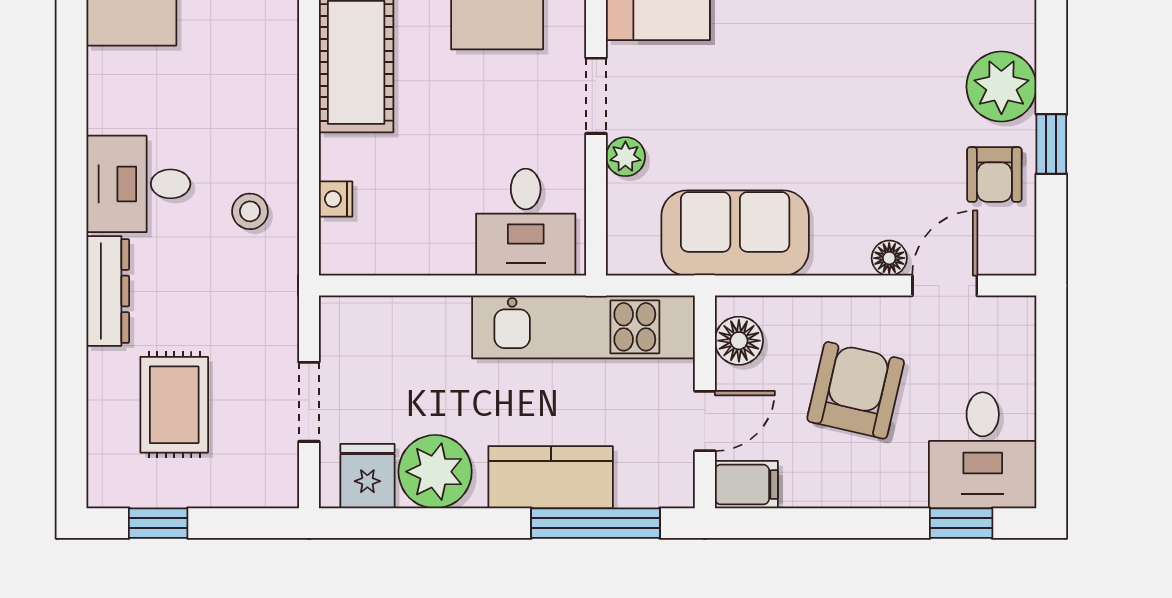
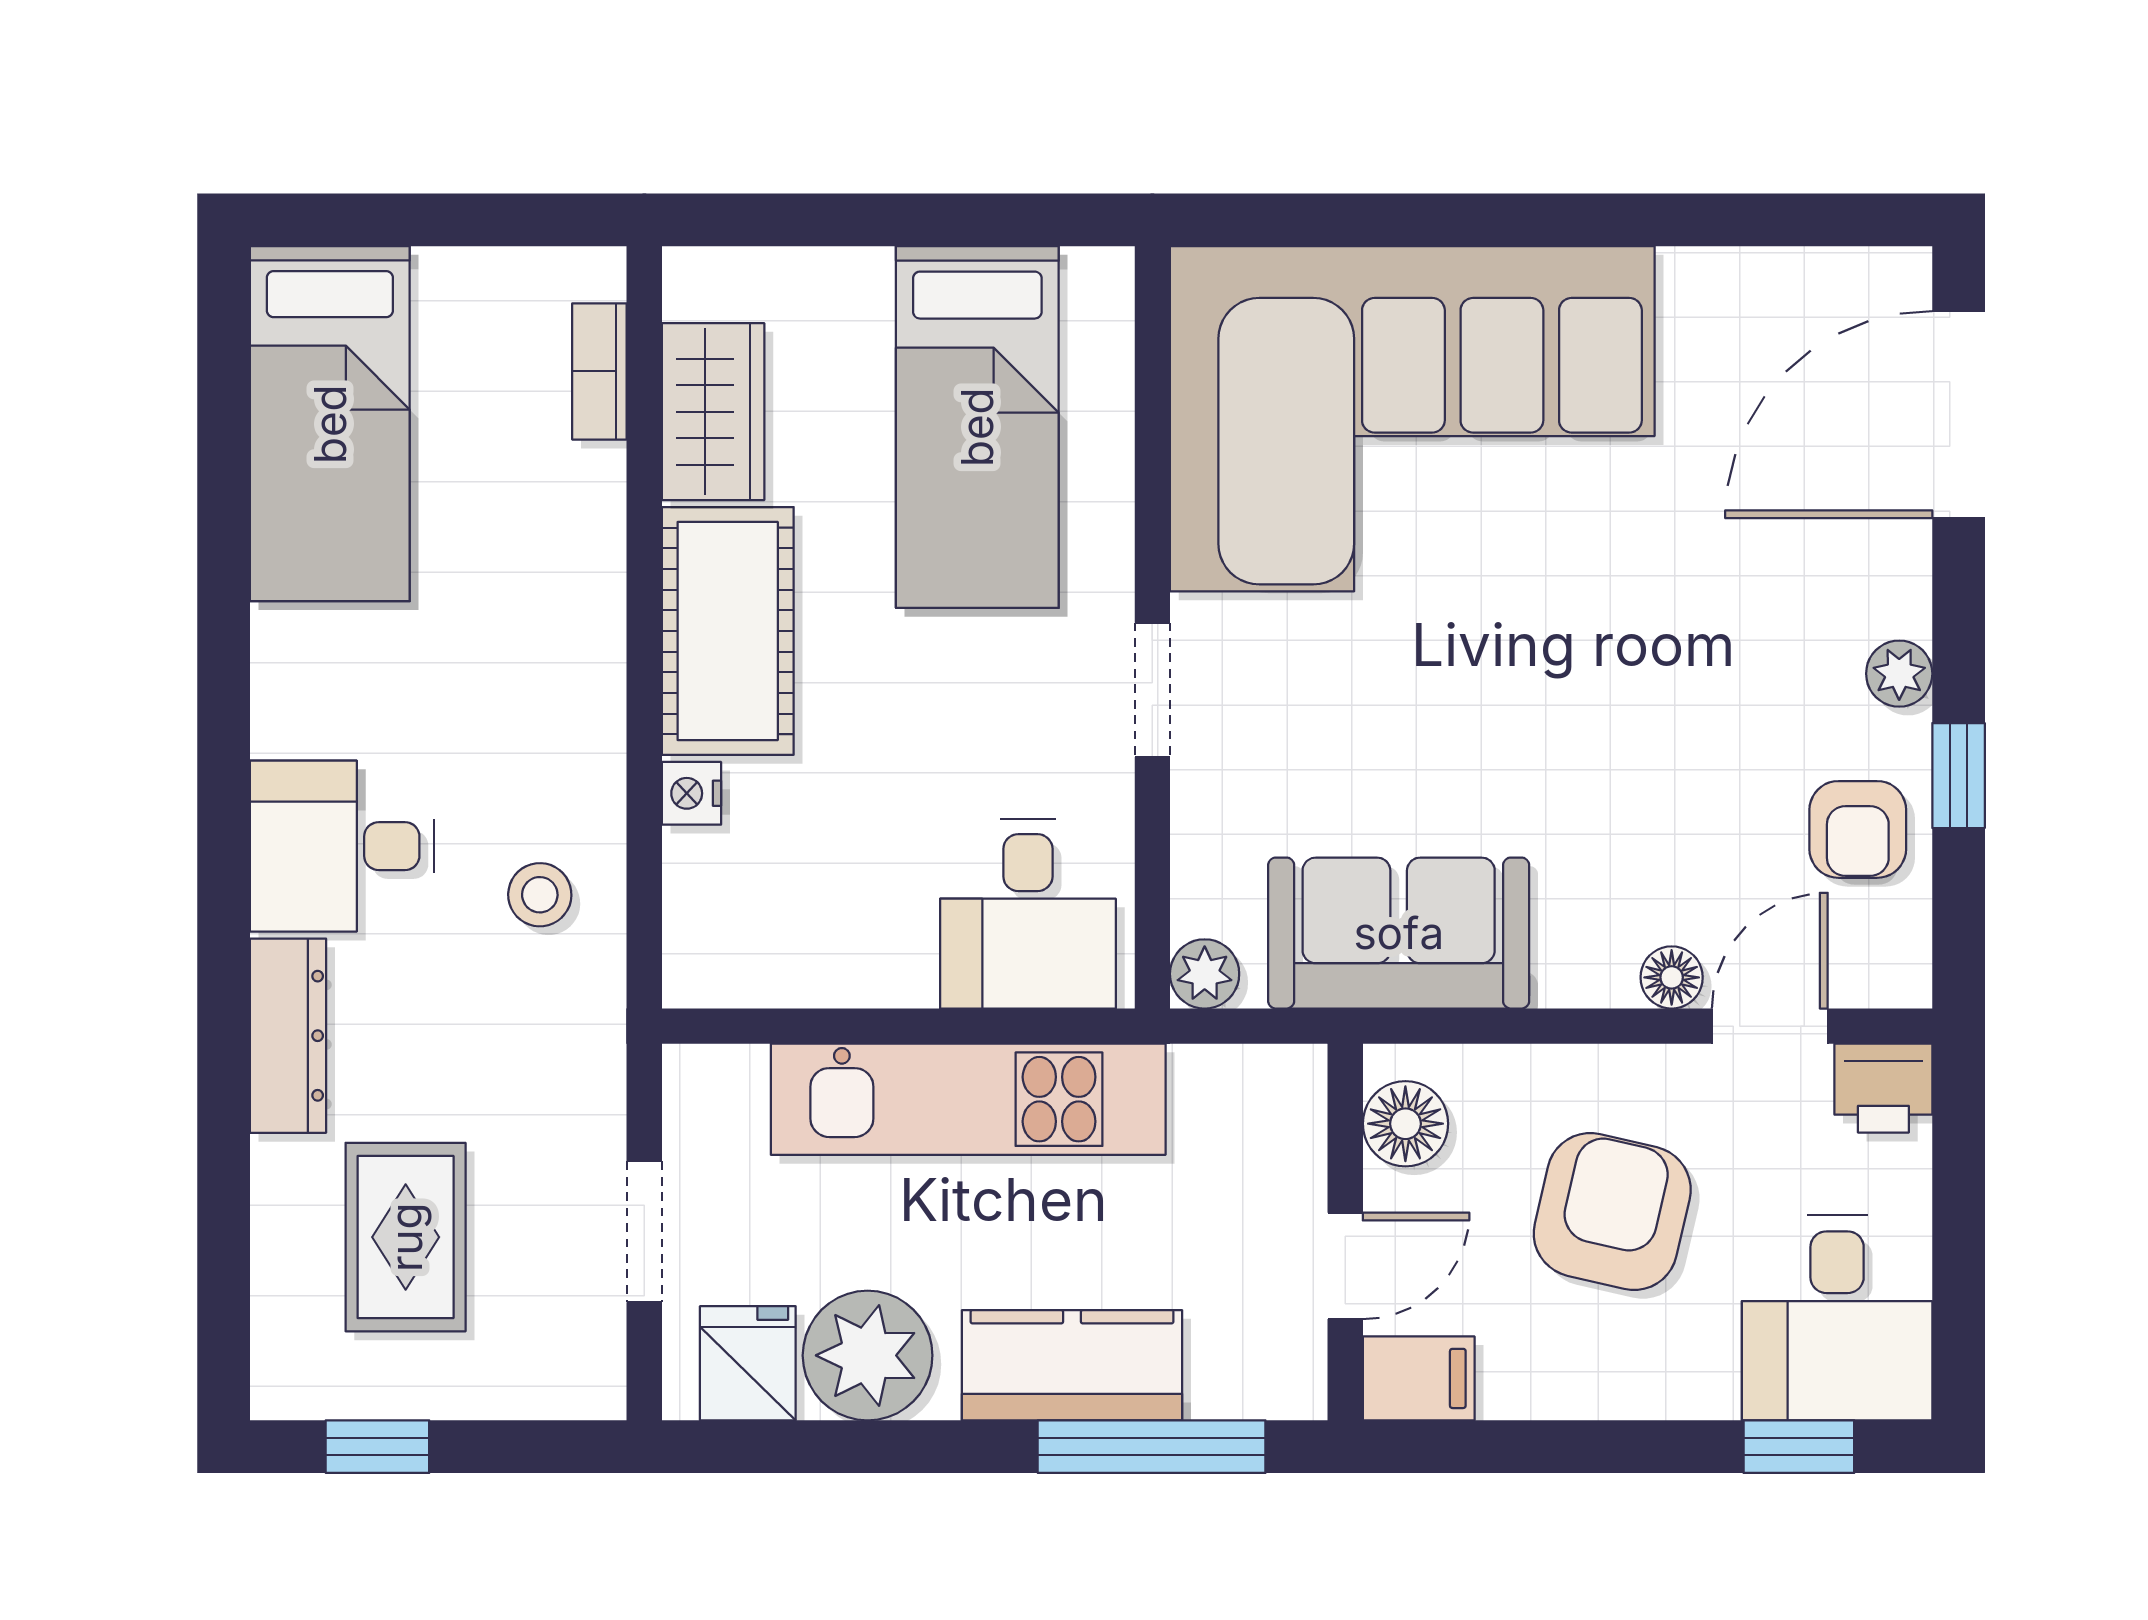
plant: (1001, 87) -> (1899, 674), width x0.53, depth x0.53
plant: (625, 157) -> (1205, 974), moved
nightstand: (336, 199) -> (691, 793), moved
printer: (1009, 321) -> (1883, 1088), added
kitchen unit: (583, 327) -> (968, 1099), moved

